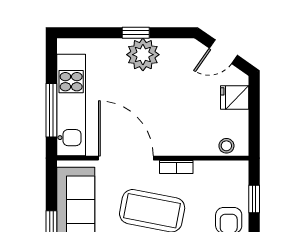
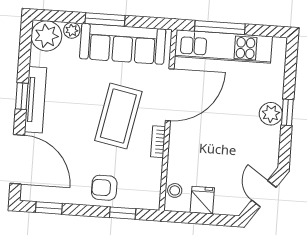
plant: (143, 55) -> (271, 114), width x0.73, depth x0.73
fridge: (235, 97) -> (202, 200), moved

